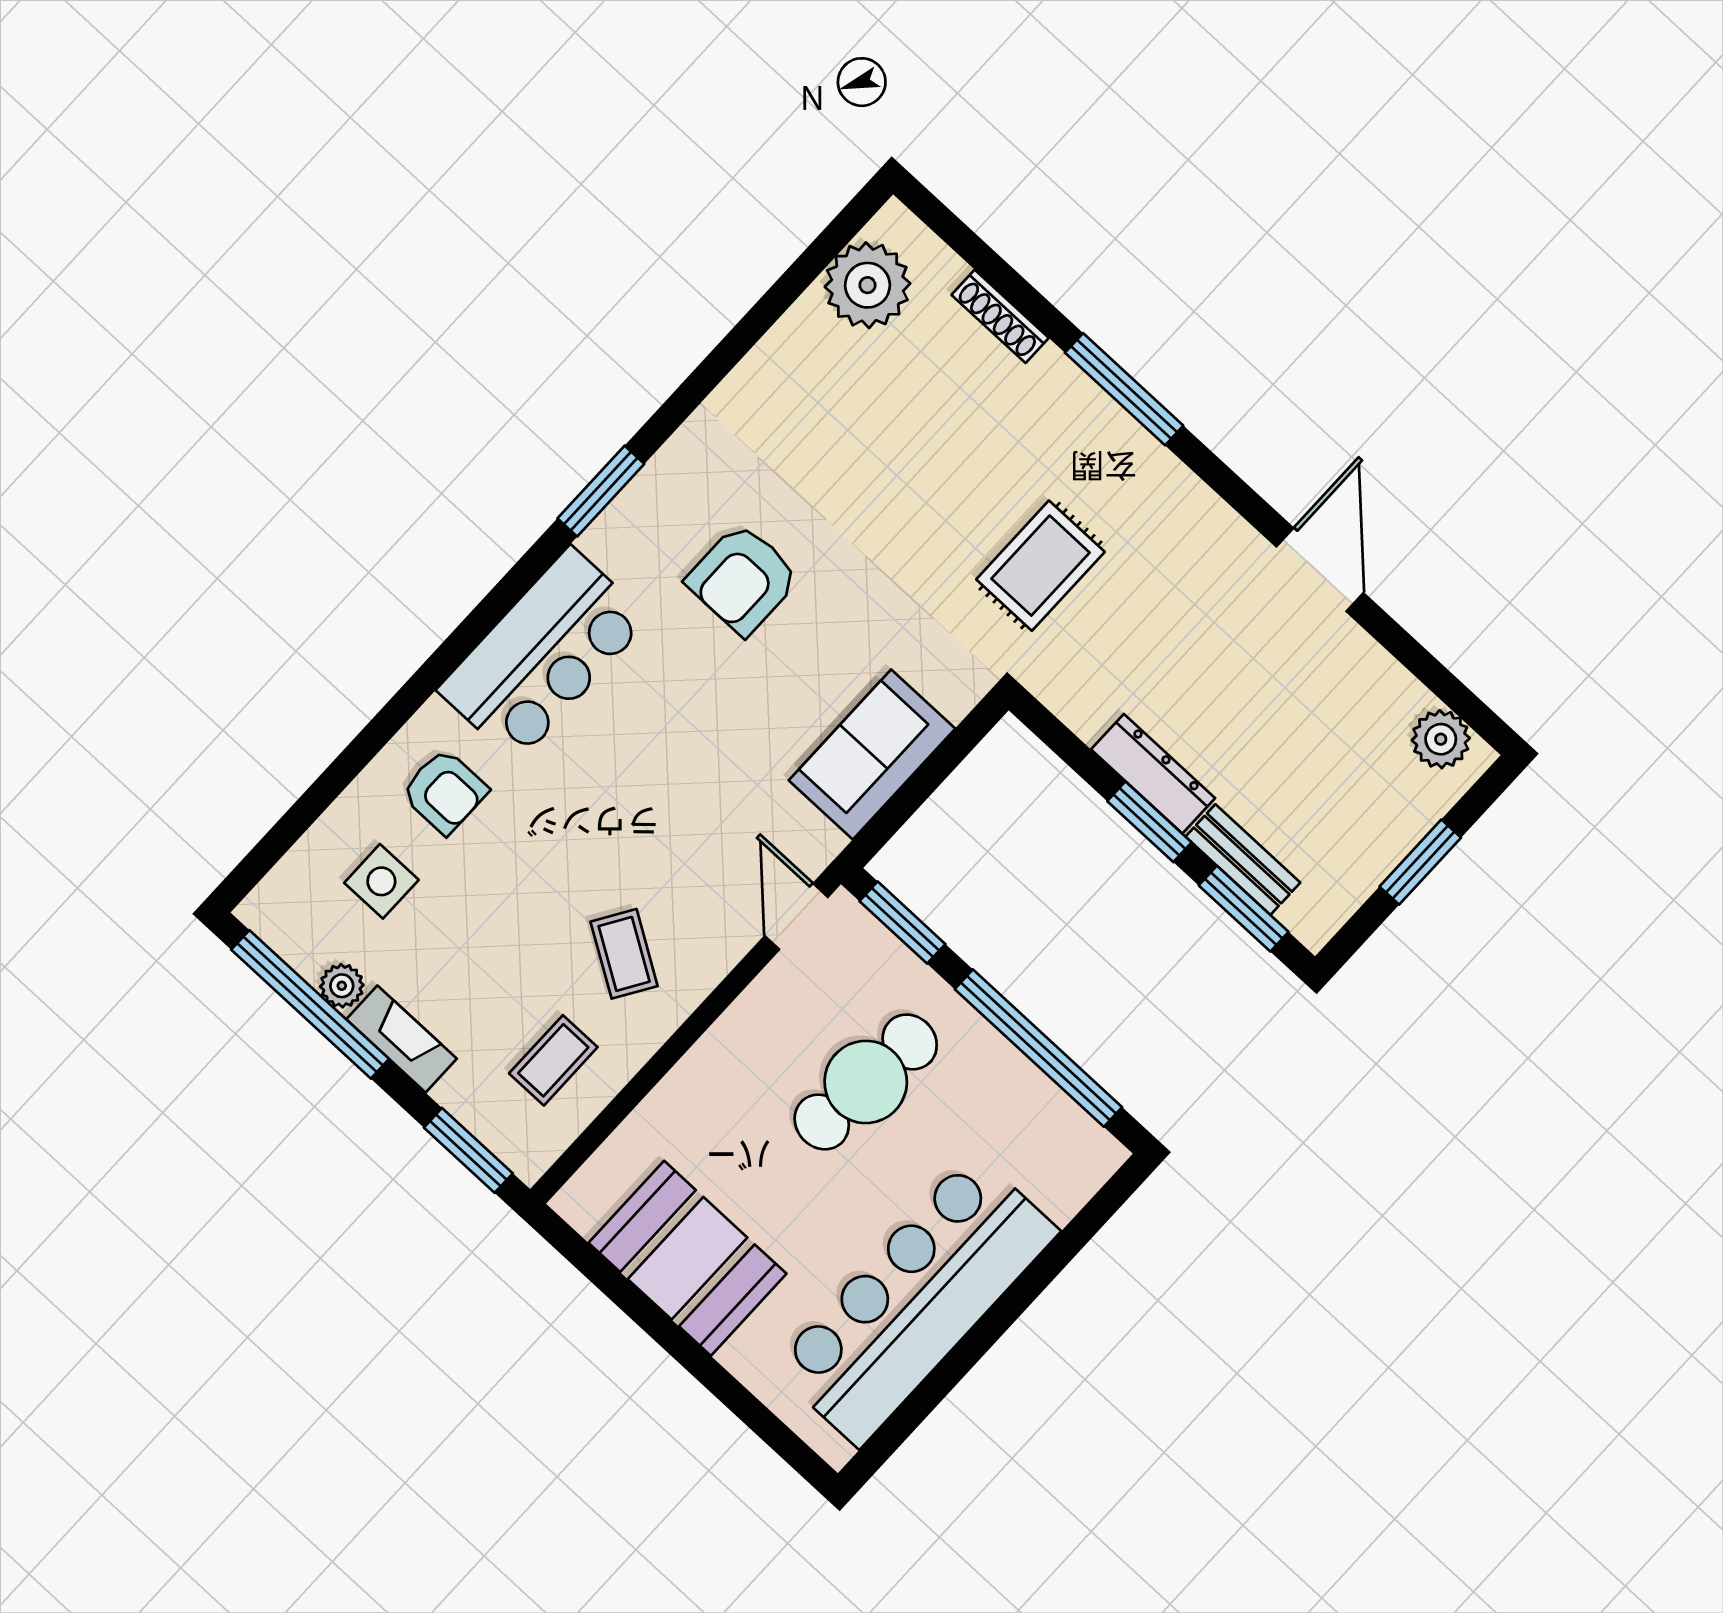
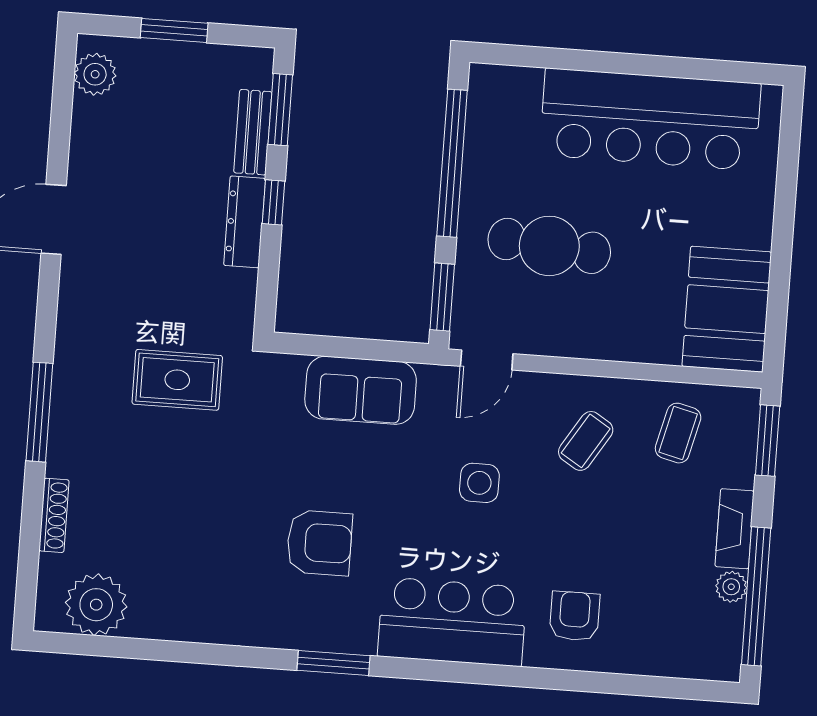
window: (1149, 822) -> (273, 202), width x0.67
side table: (381, 881) -> (479, 483), moved
coffee table: (553, 1060) -> (678, 433), turned -76
booth: (687, 1258) -> (727, 309), moved

